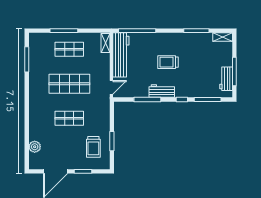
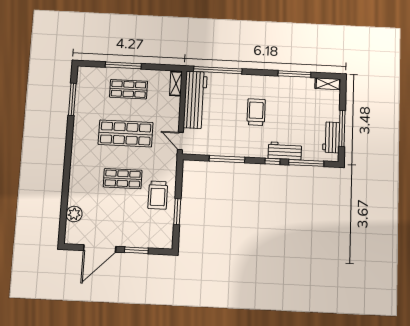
trolley: (168, 62) -> (256, 112), turned 90
door: (111, 87) -> (180, 141), swing flipped
workbench: (162, 91) -> (285, 151), moved
trolley: (93, 147) -> (158, 195), moved

